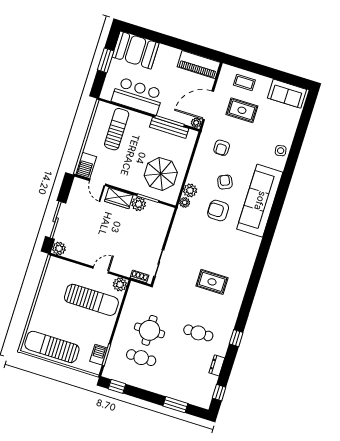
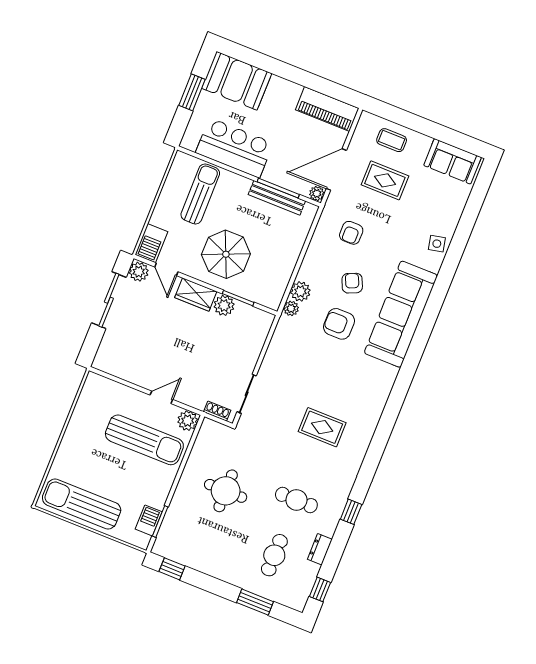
parasol: (161, 174) -> (226, 254), moved
sliding door: (56, 220) -> (109, 300), moved
plant: (59, 248) -> (139, 272), moved
cafe table: (141, 358) -> (274, 555), moved, turned 90

